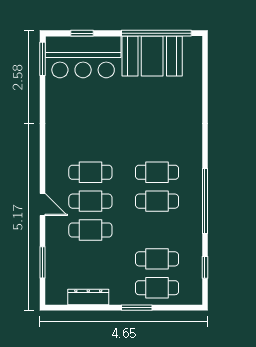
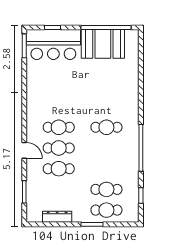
cafe table: (157, 201) -> (106, 148), removed

